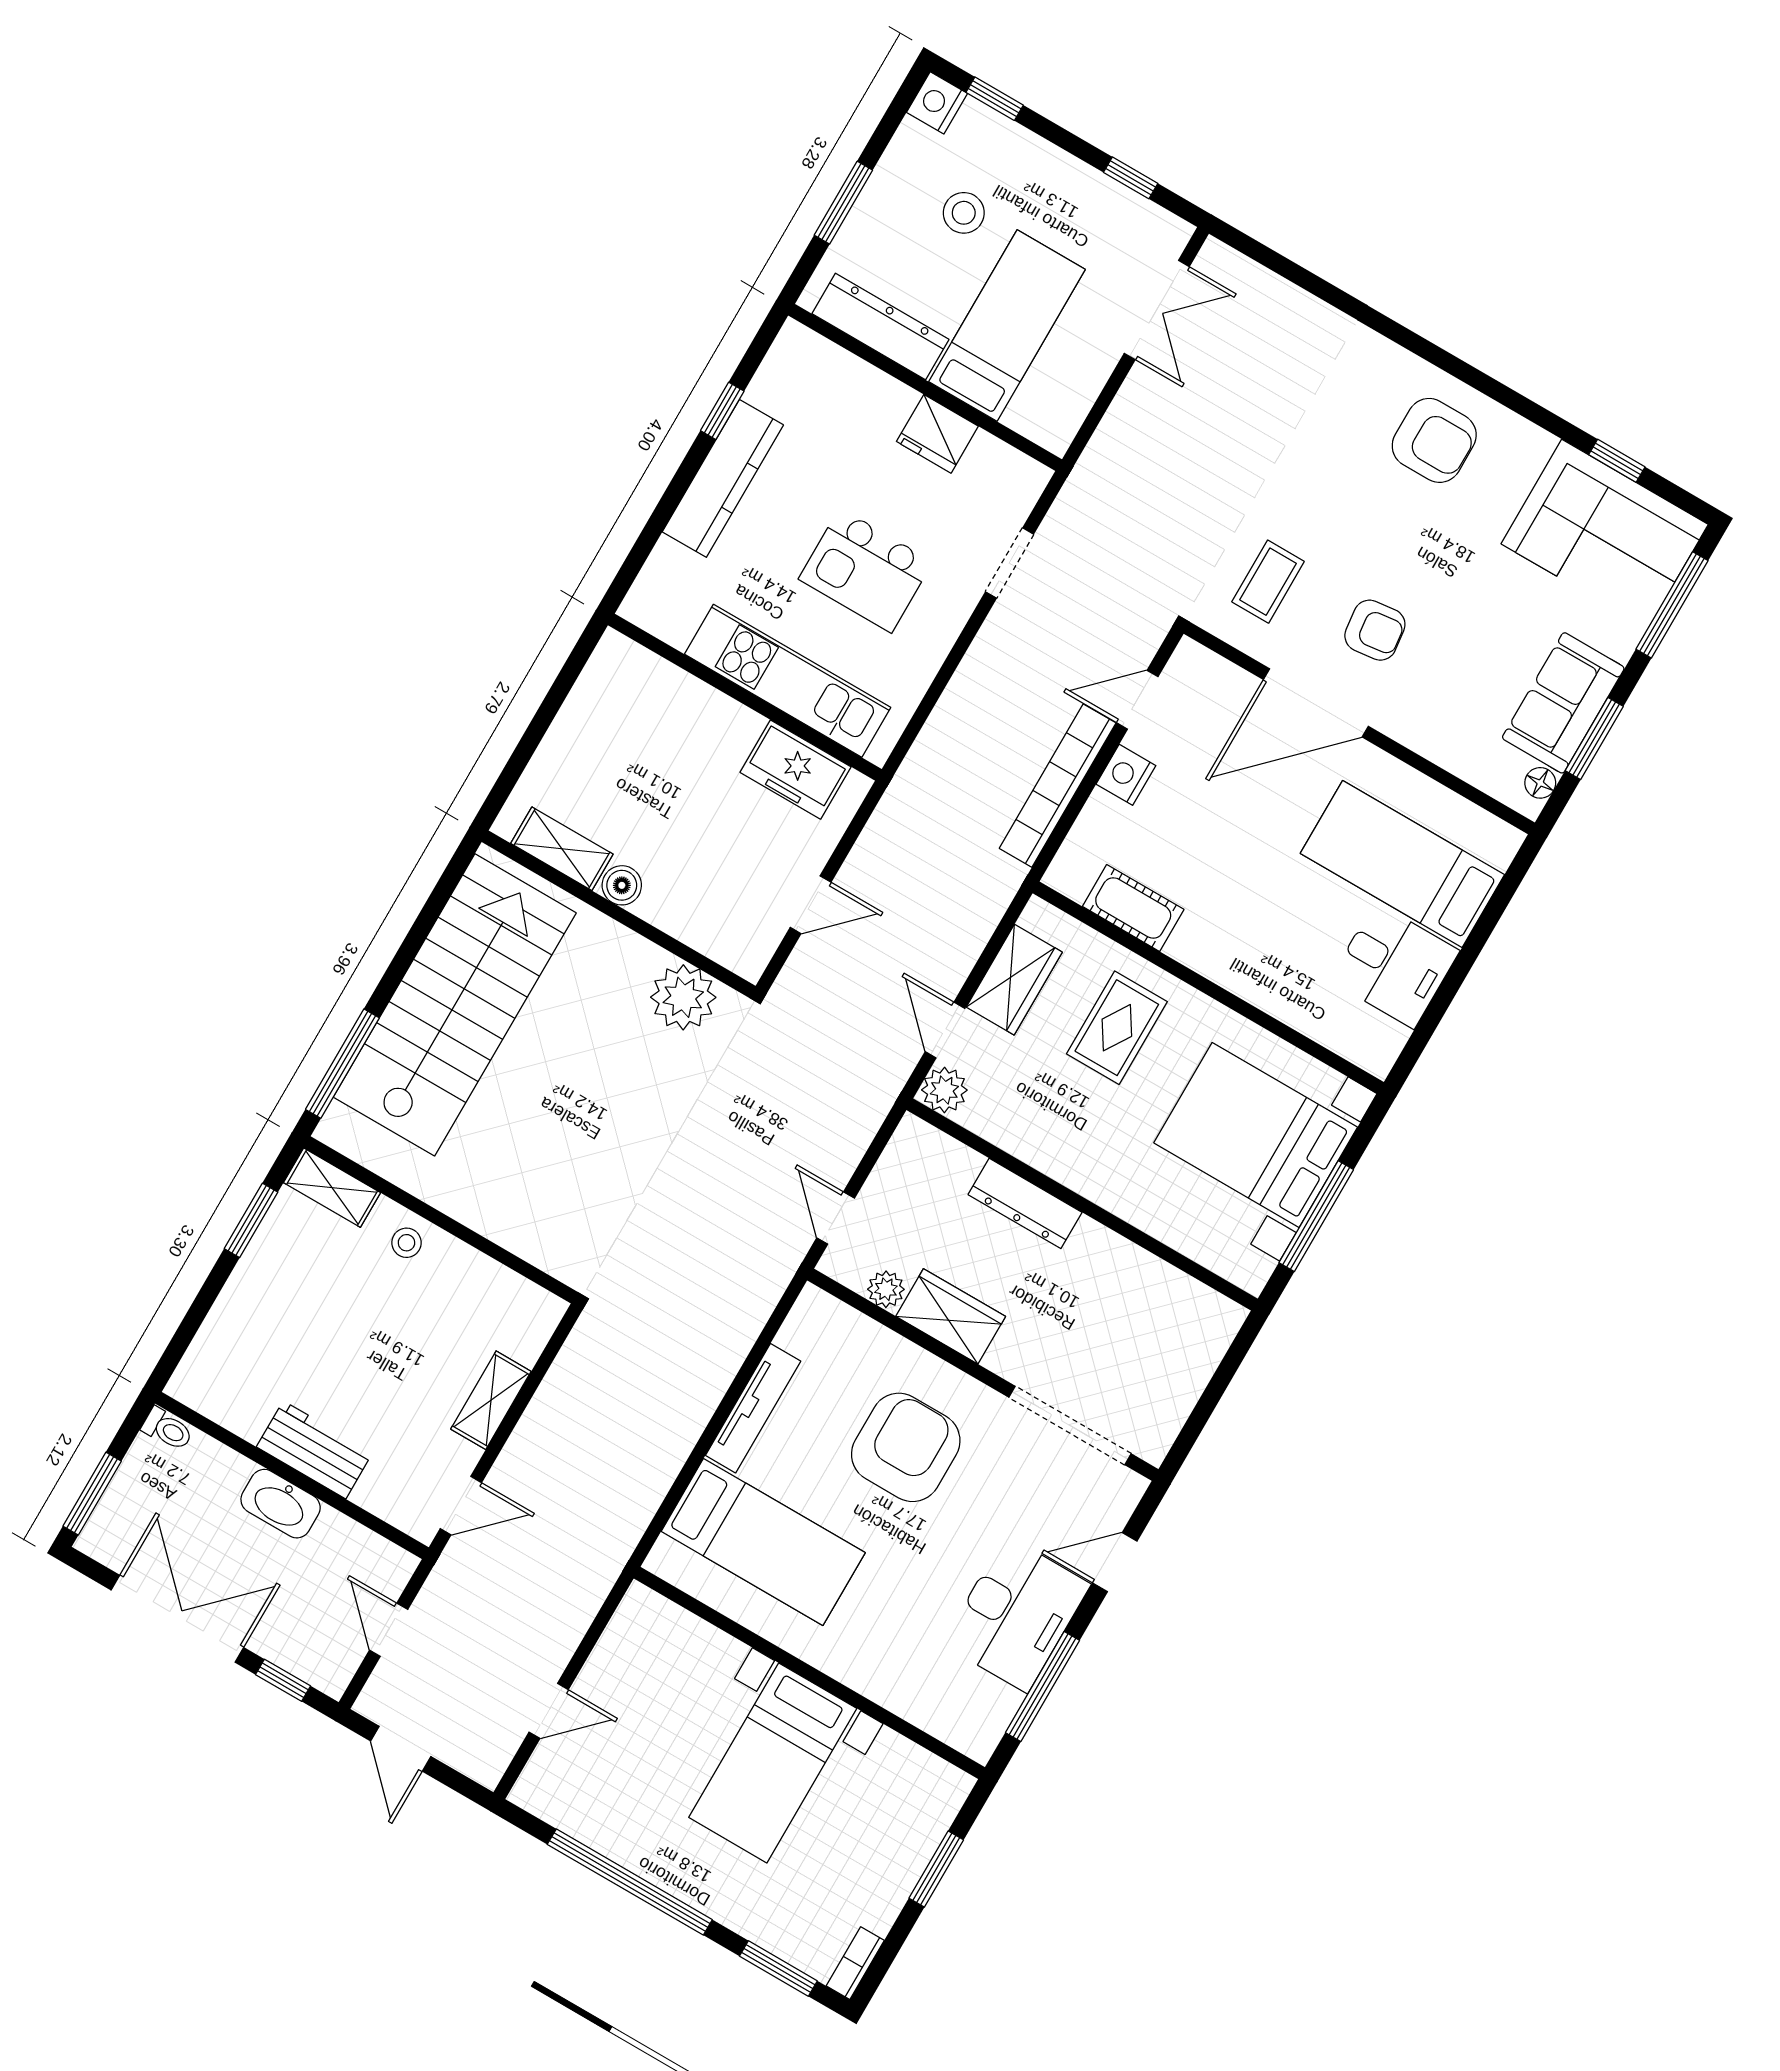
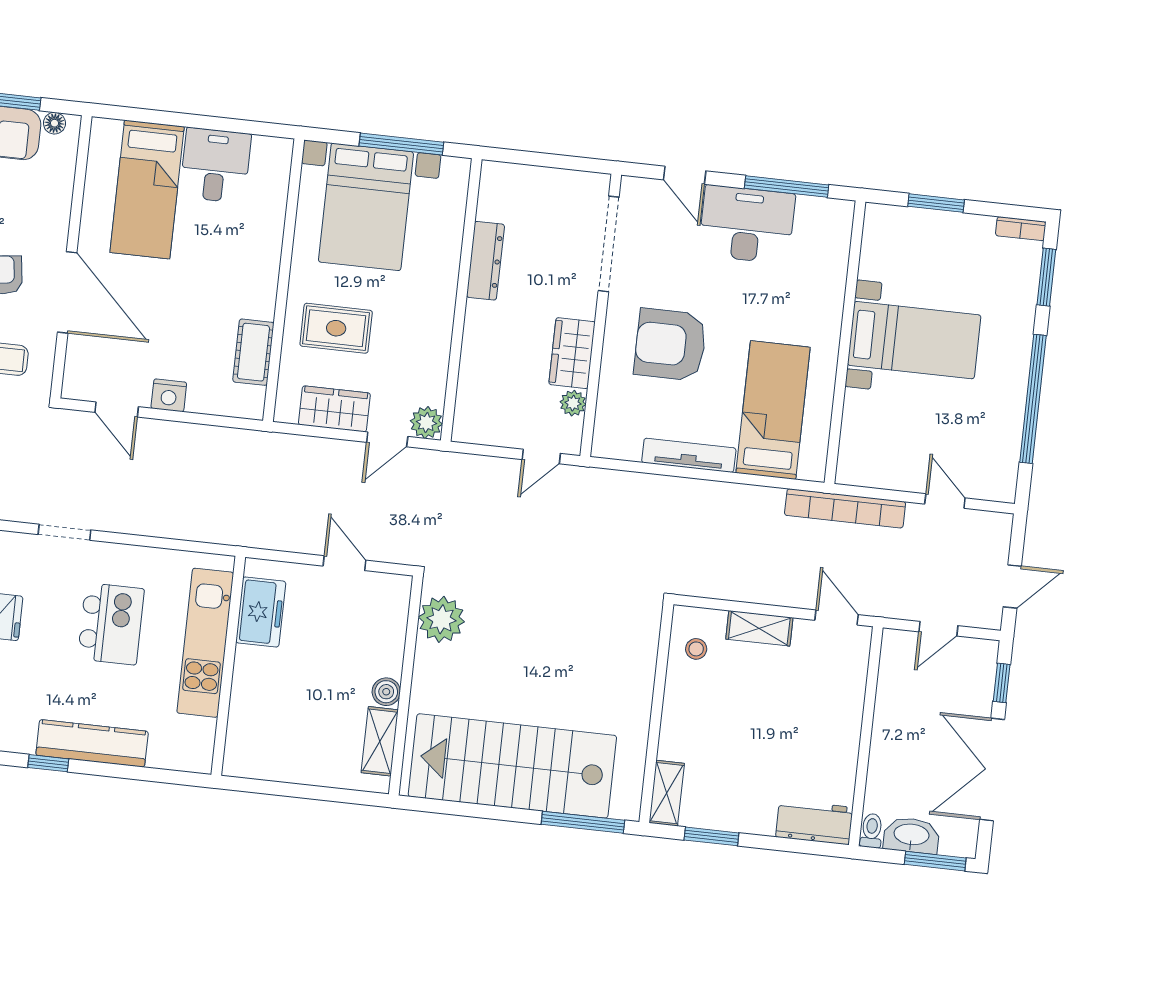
bookcase: (1058, 786) -> (845, 508), moved
dresser: (1025, 1203) -> (485, 261), moved
stool: (407, 1243) -> (696, 649), moved
workbench: (315, 1450) -> (814, 822), moved, turned 90
washbasin: (281, 1504) -> (911, 835), moved, turned -90

